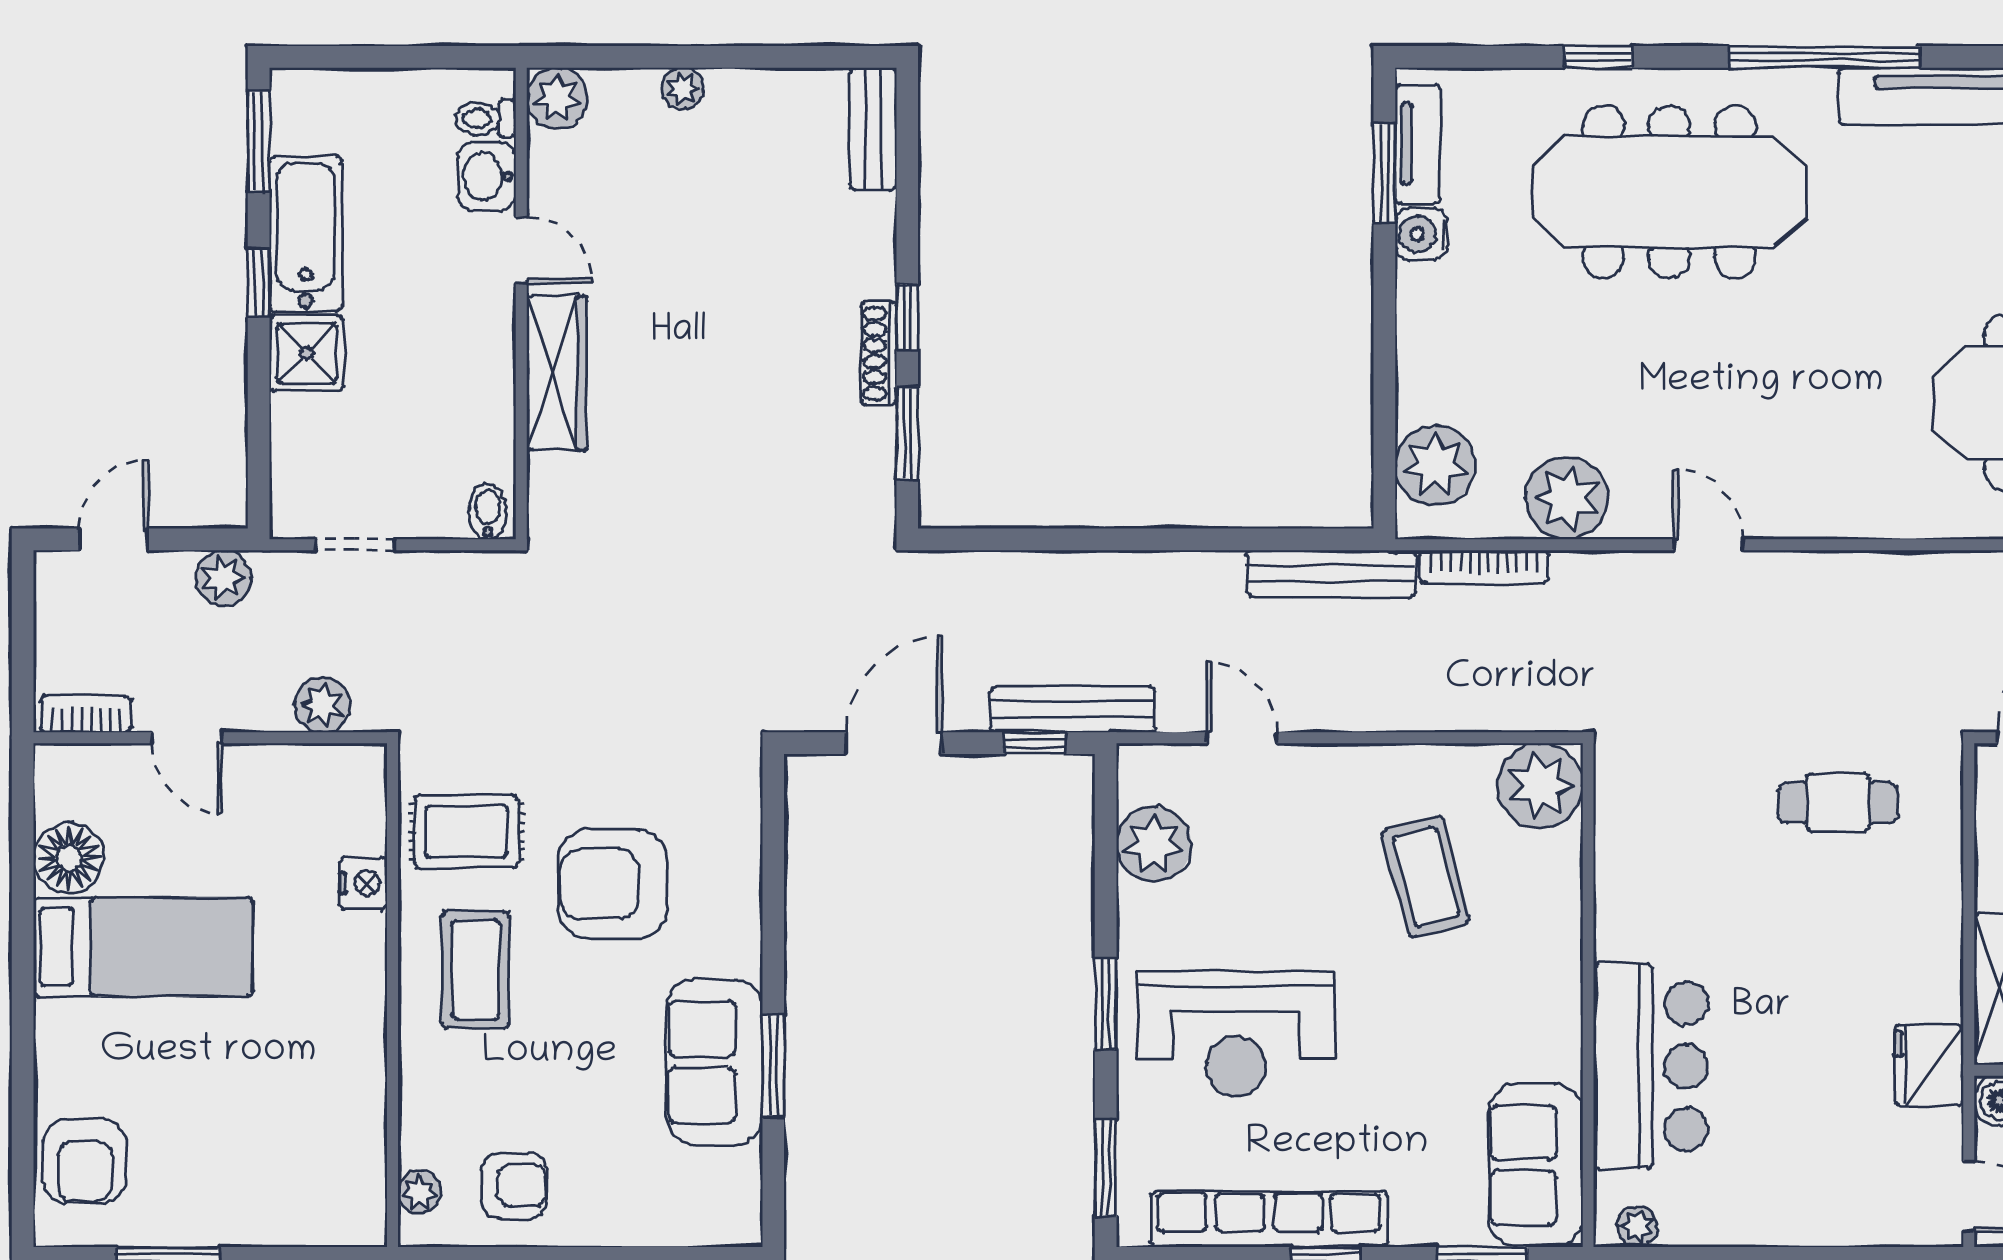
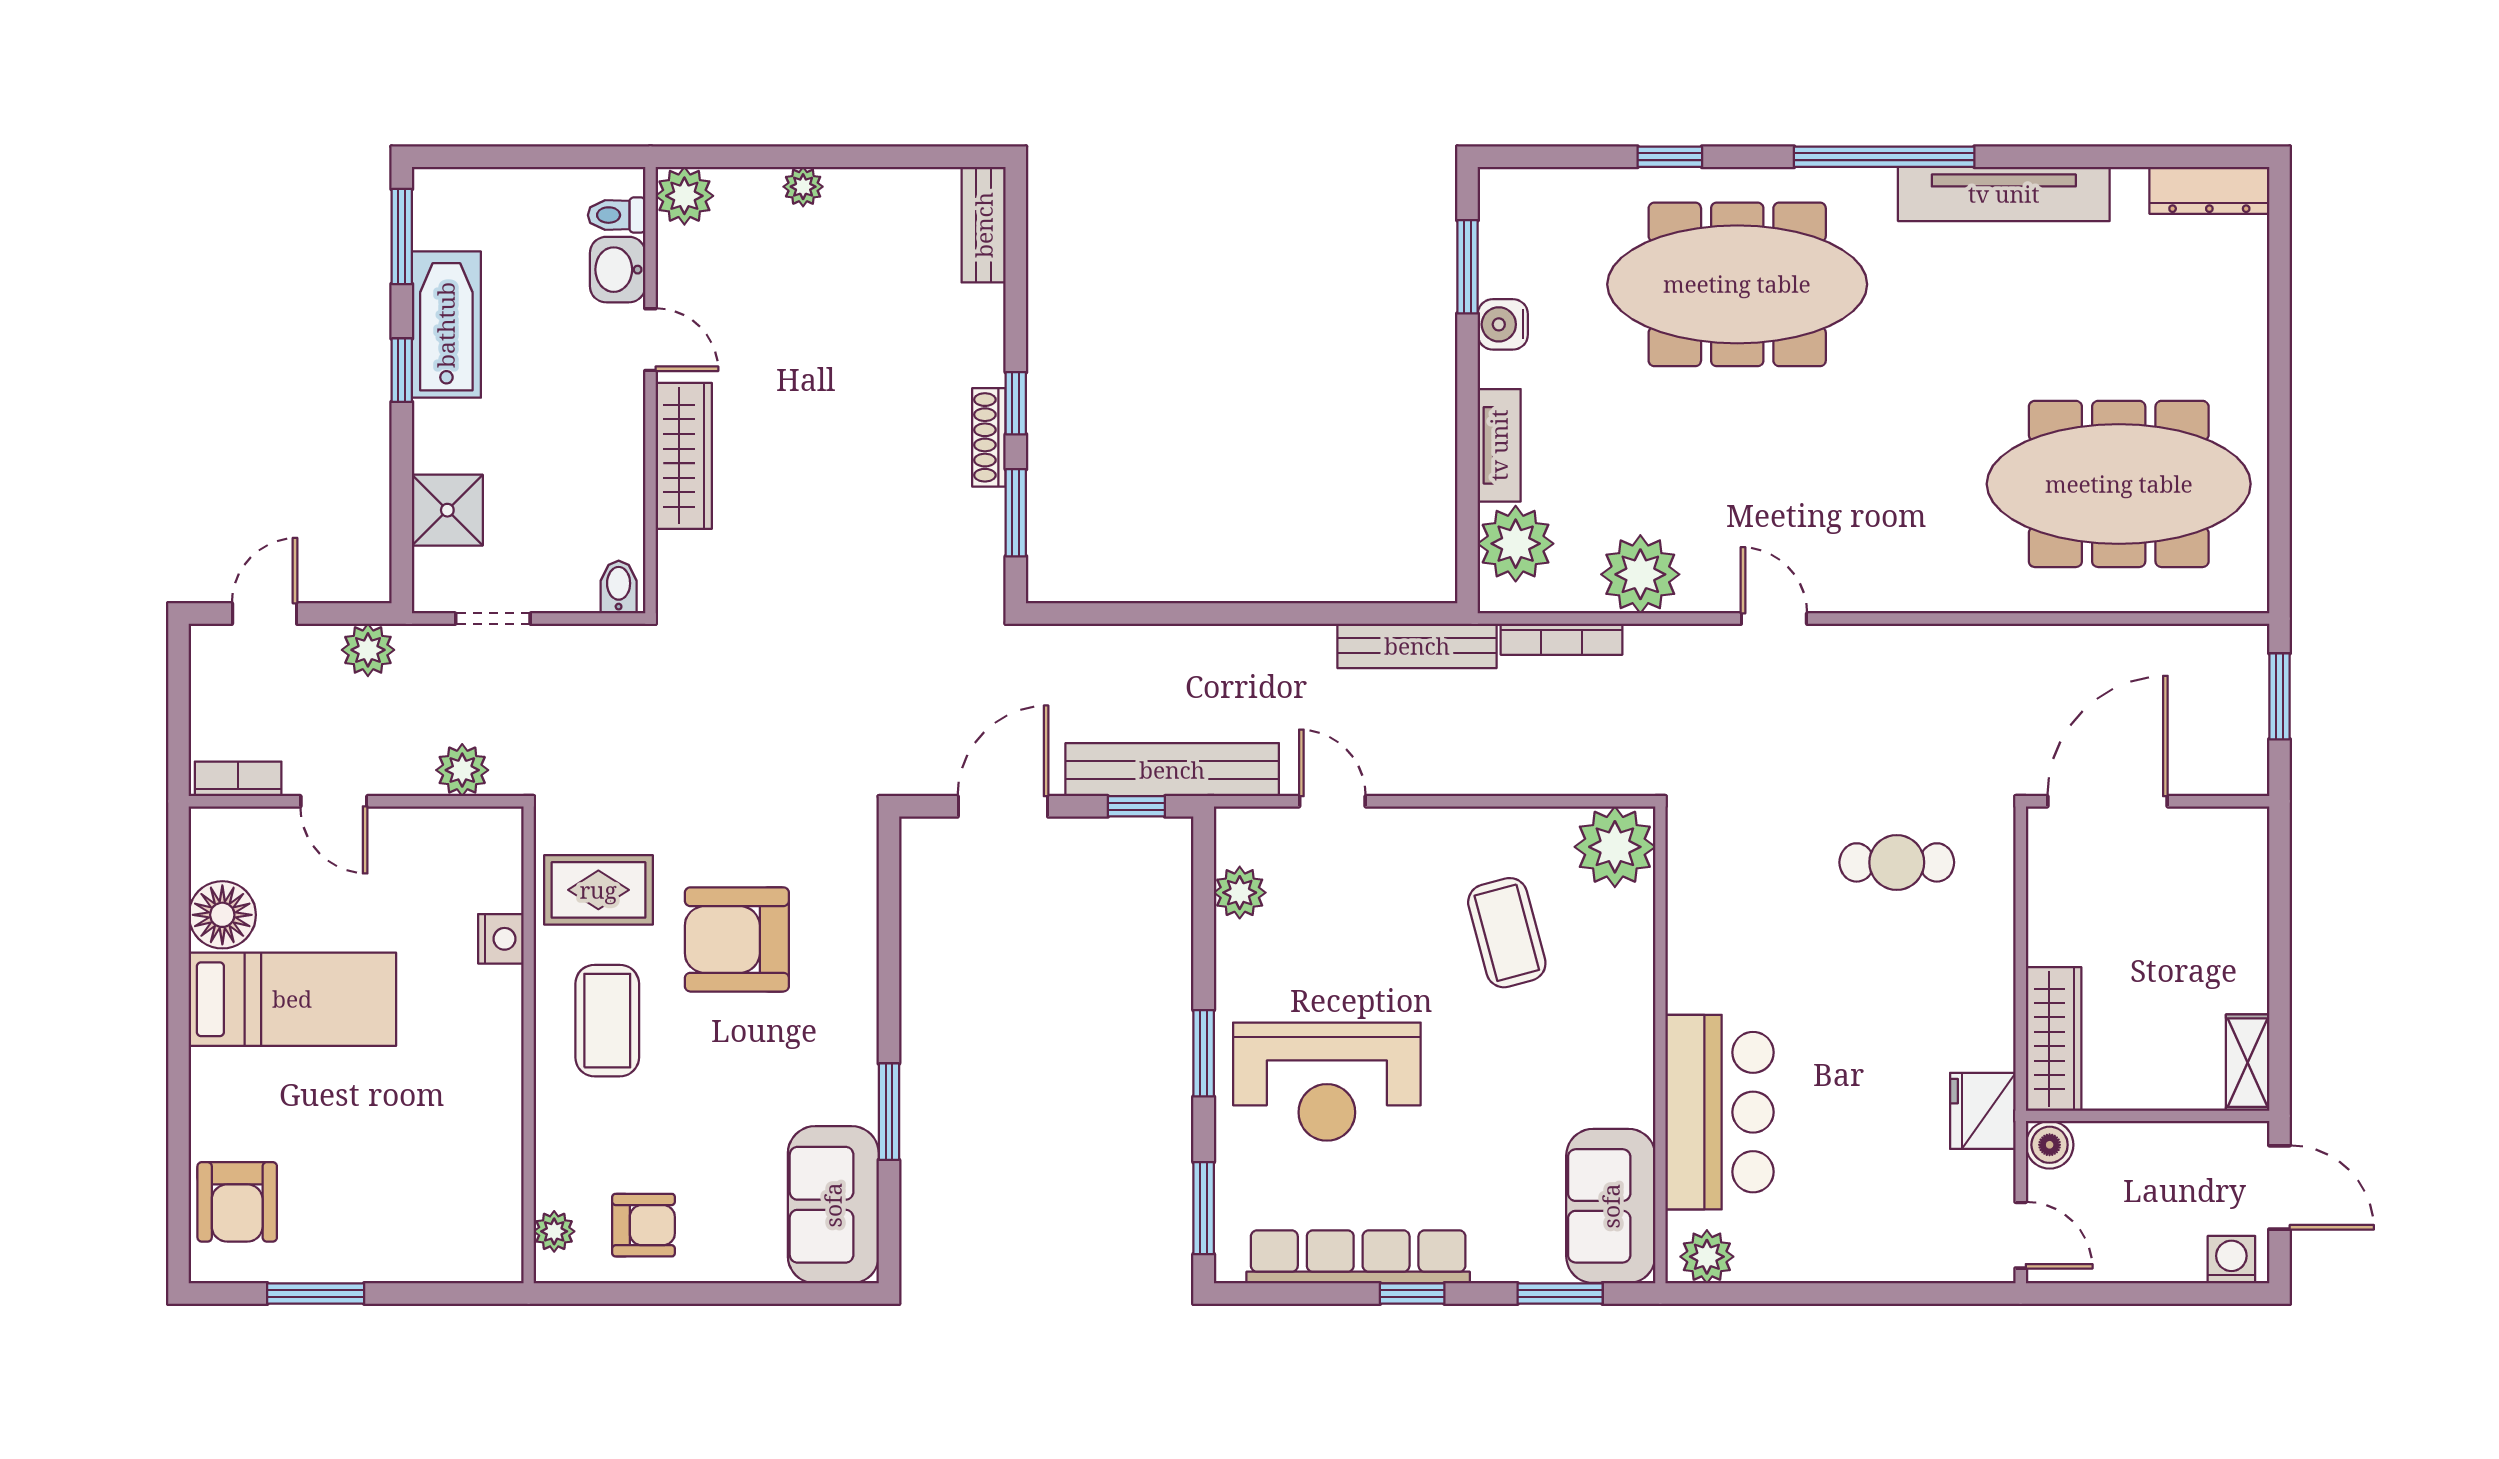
tv unit: (1418, 144) -> (1499, 445), moved
shower: (307, 353) -> (447, 510), moved
bench: (1072, 709) -> (1172, 770), width x1.37, depth x1.21
plant: (1154, 844) -> (1240, 893), width x0.73, depth x0.73
sofa: (714, 1062) -> (833, 1205), moved
plant: (1637, 1227) -> (1707, 1257), width x1.38, depth x1.38

